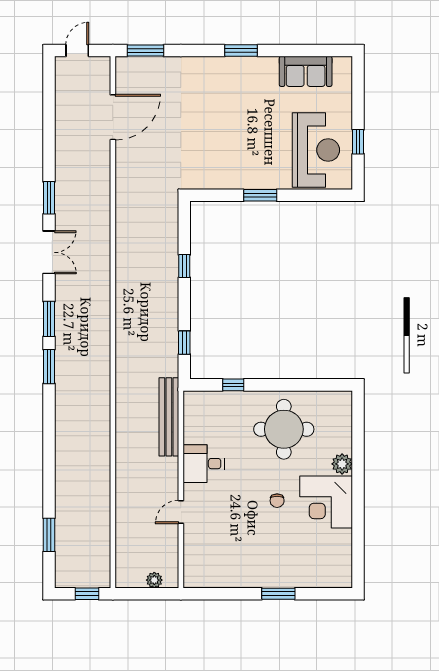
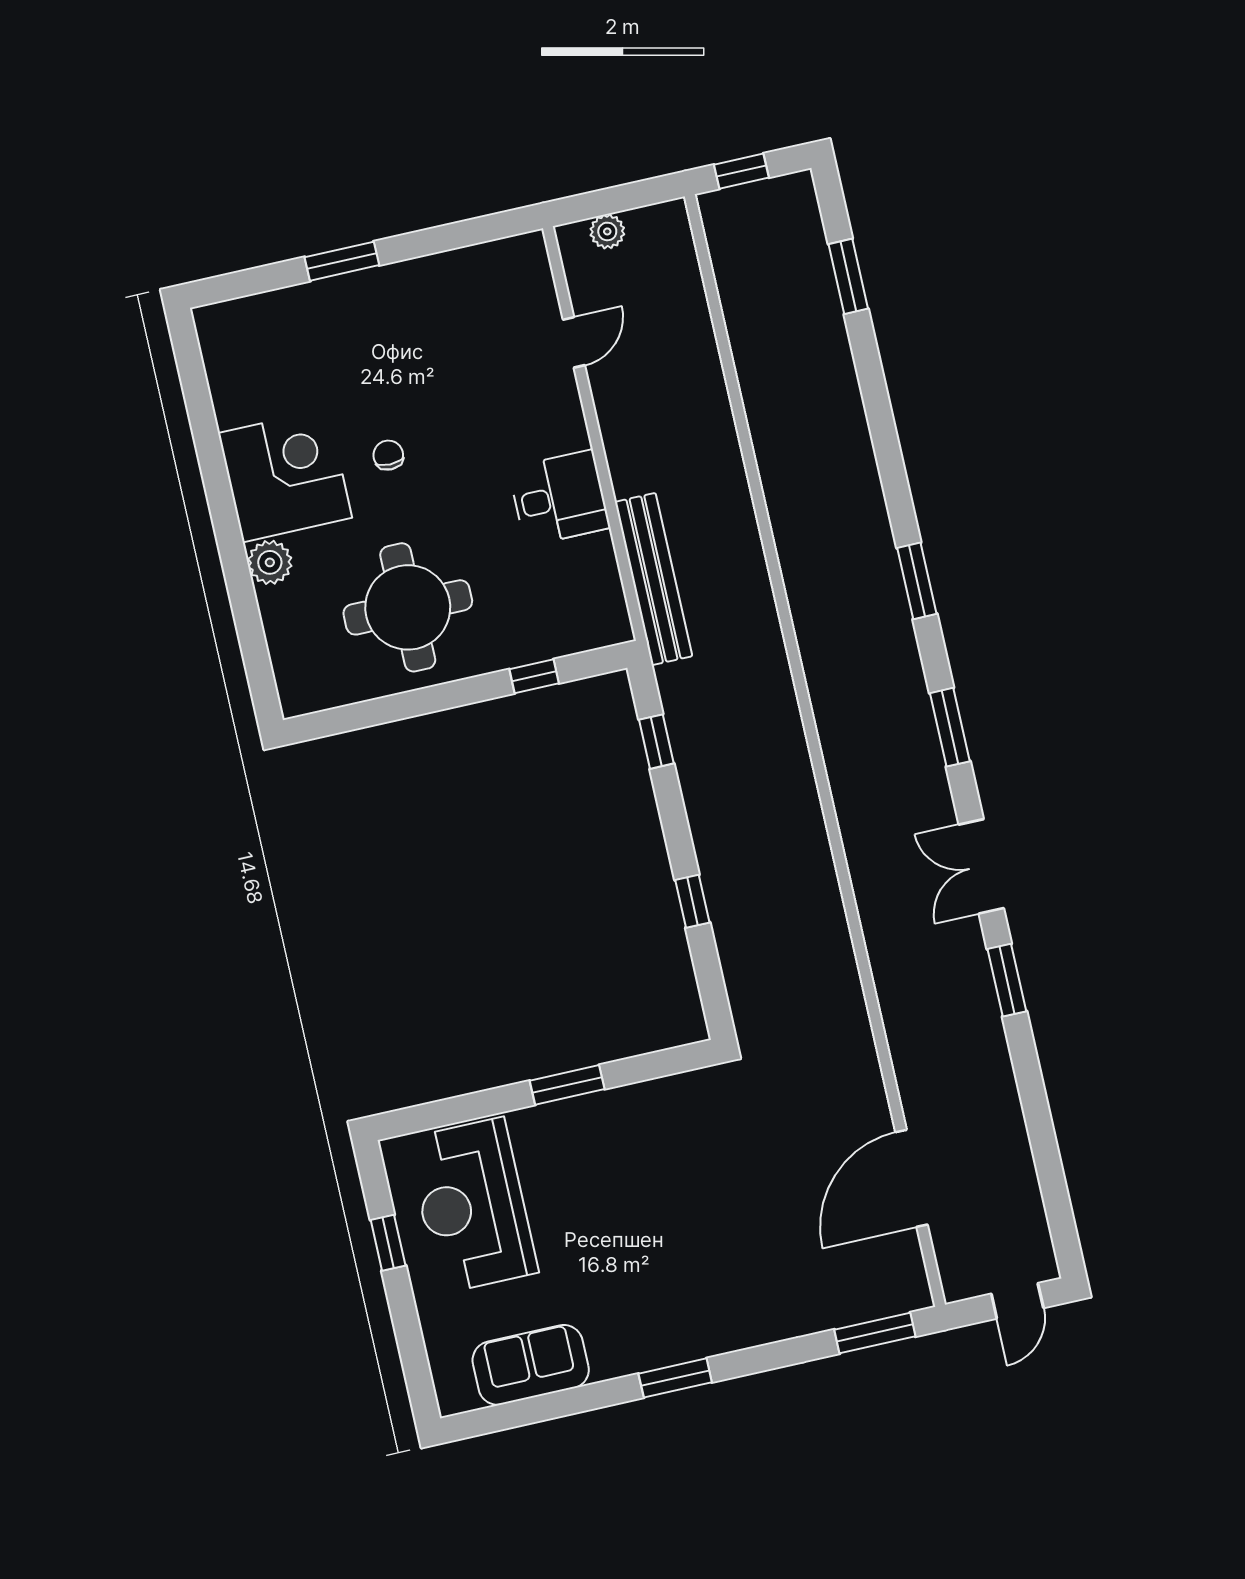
window: (49, 367) -> (917, 581), moved
door: (181, 512) -> (574, 342), moved

